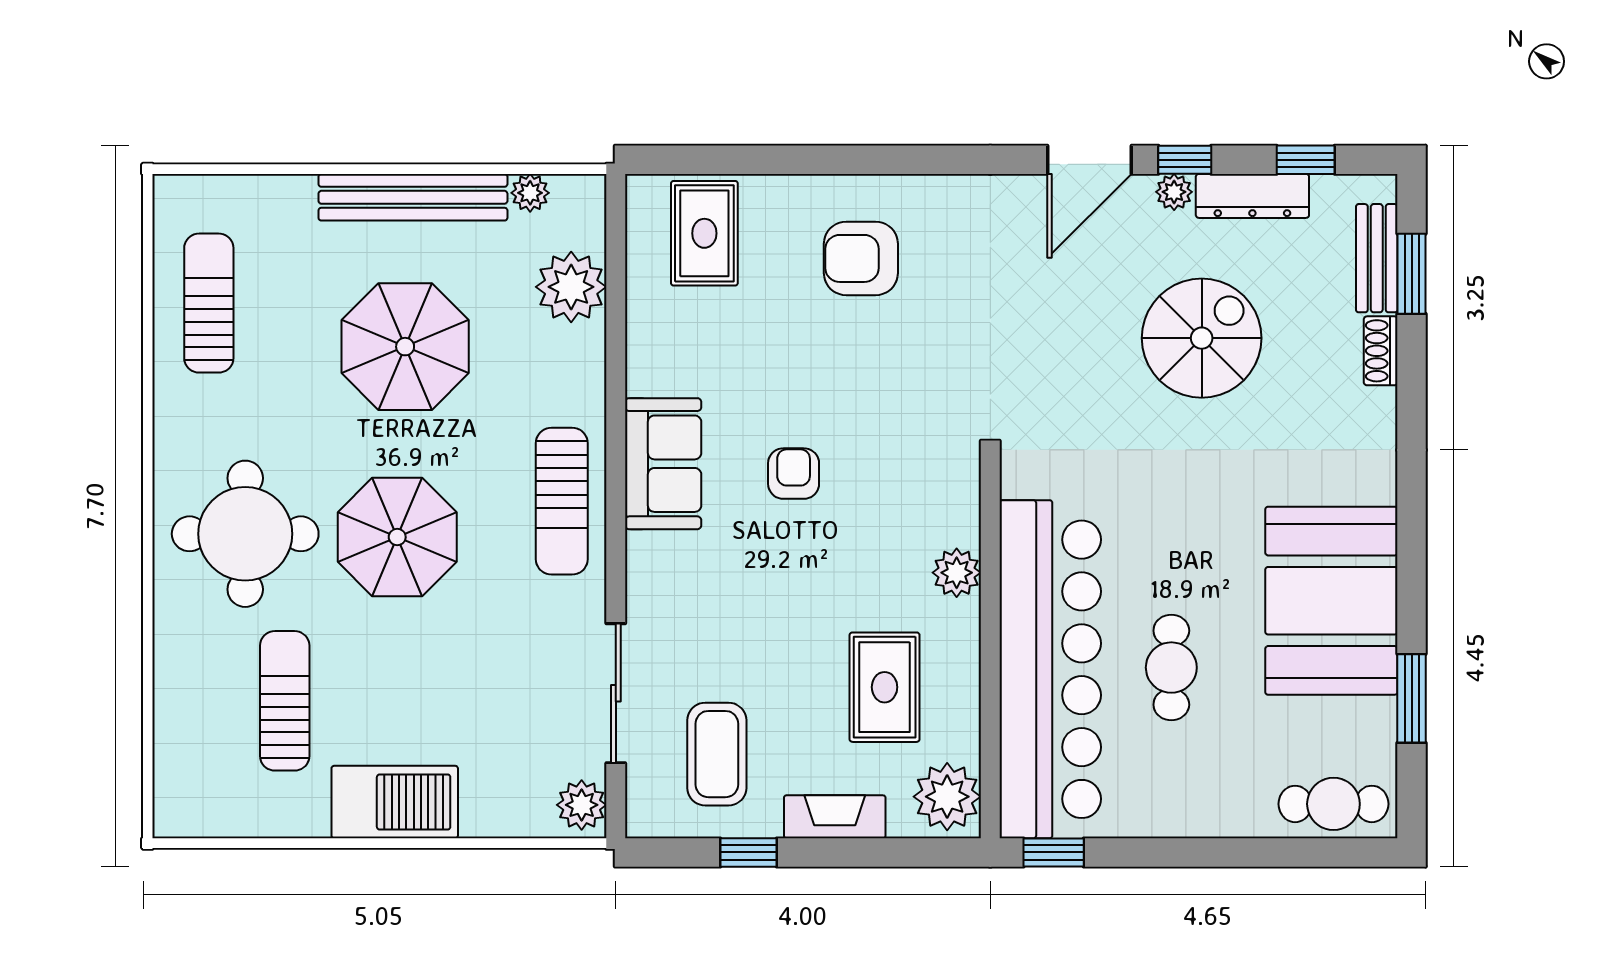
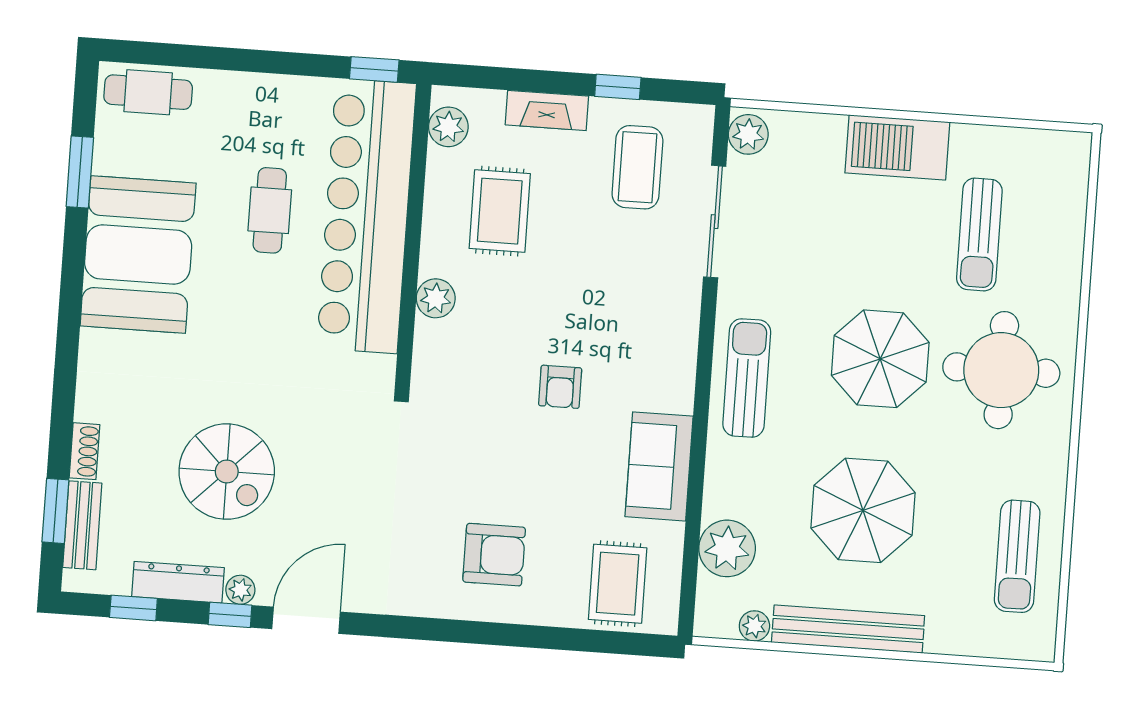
spiral stairs: (1202, 338) -> (227, 472), turned -90
sofa: (663, 464) -> (659, 466), moved
plant: (947, 797) -> (448, 127), width x0.73, depth x0.73

